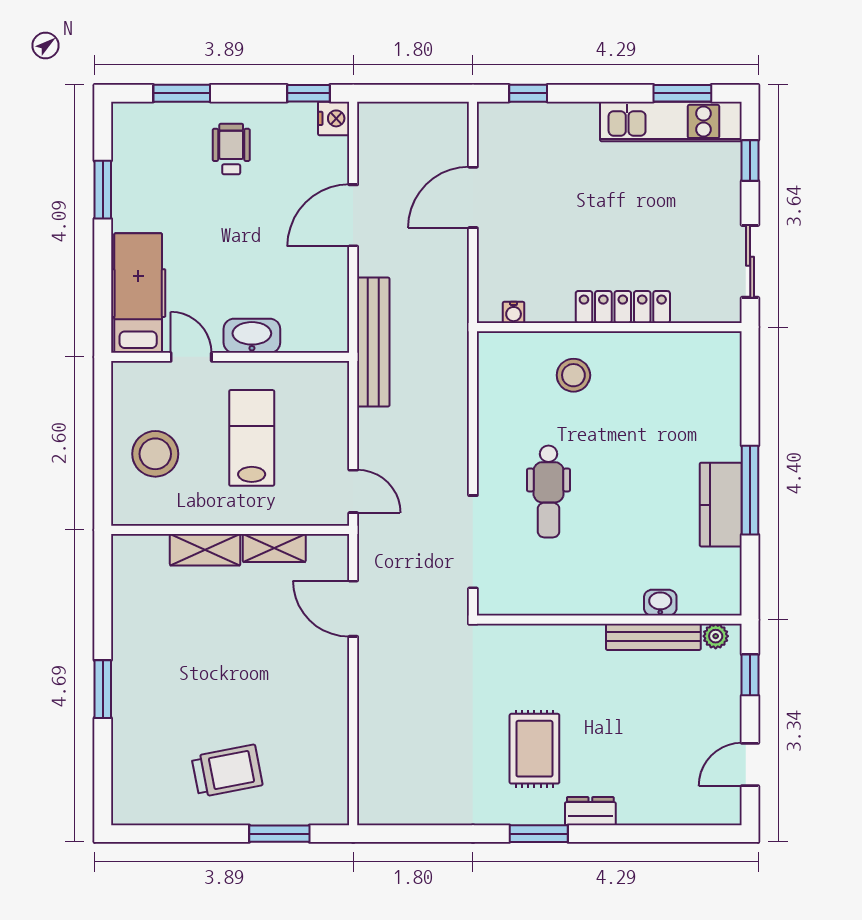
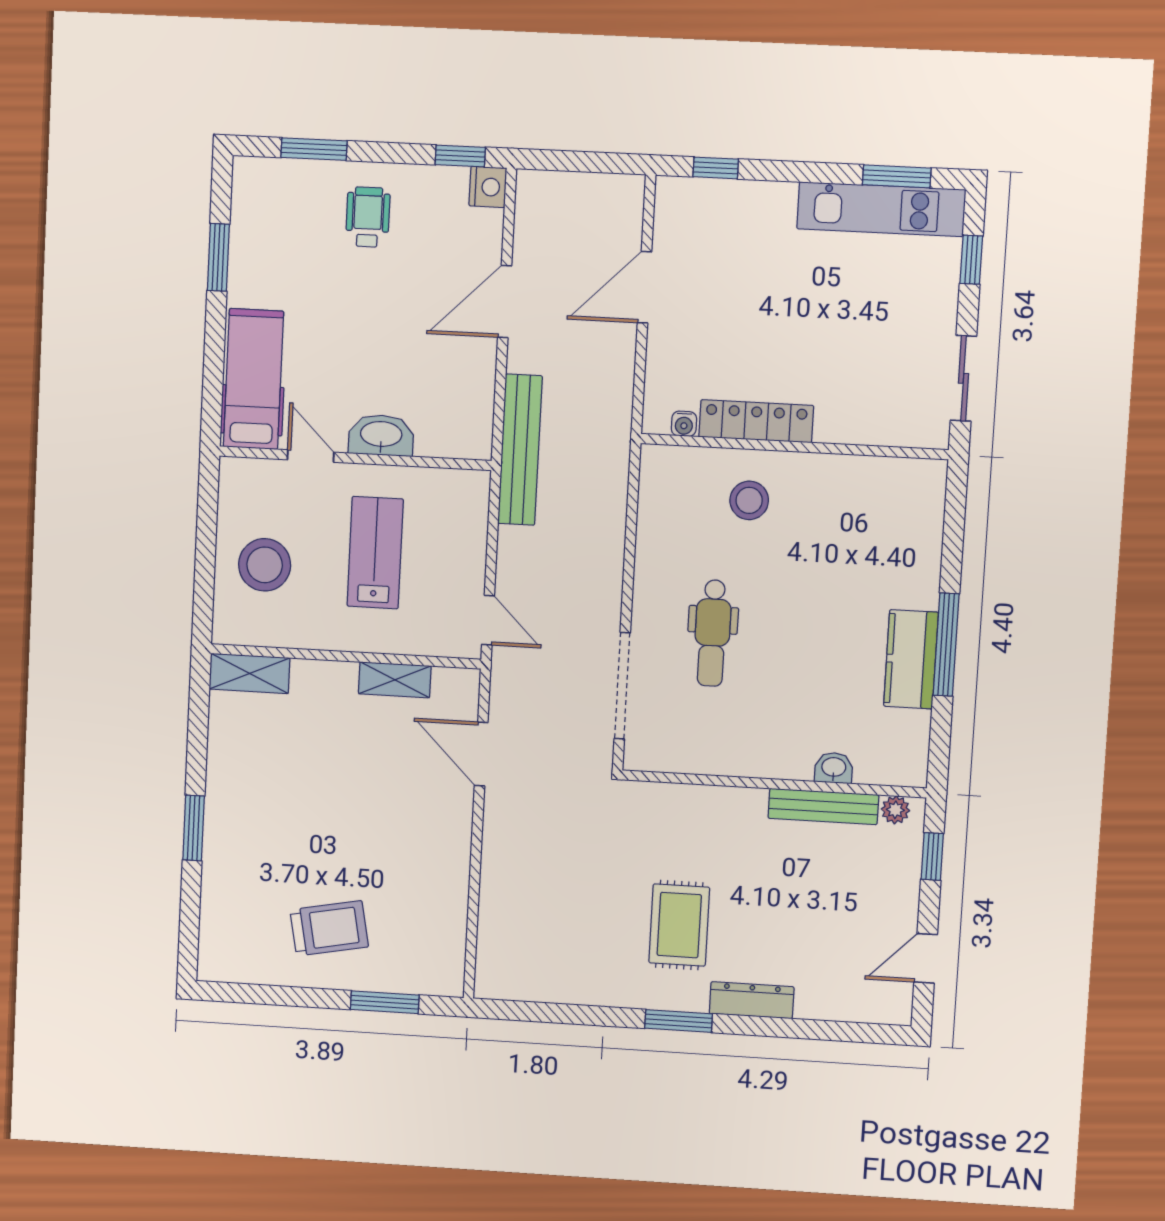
locker: (623, 307) -> (756, 421), moved
shelving: (205, 550) -> (249, 673), moved
dresser: (590, 811) -> (752, 1000), width x1.44

